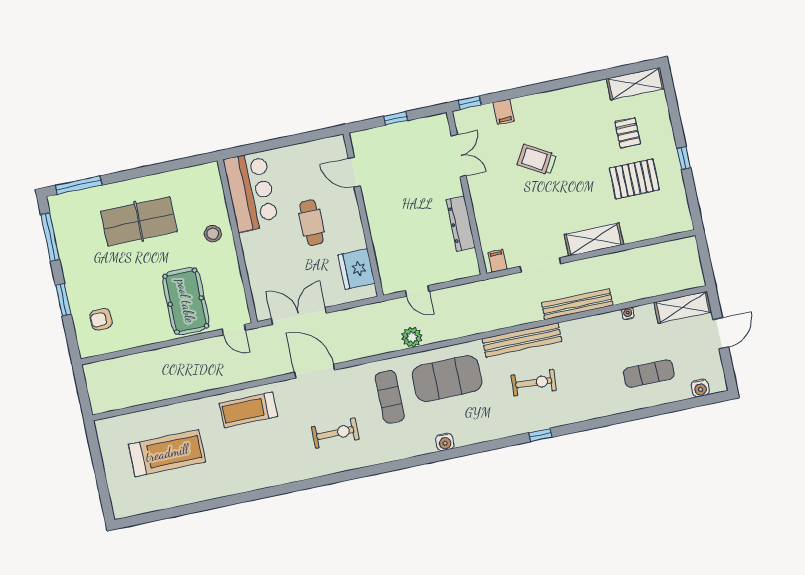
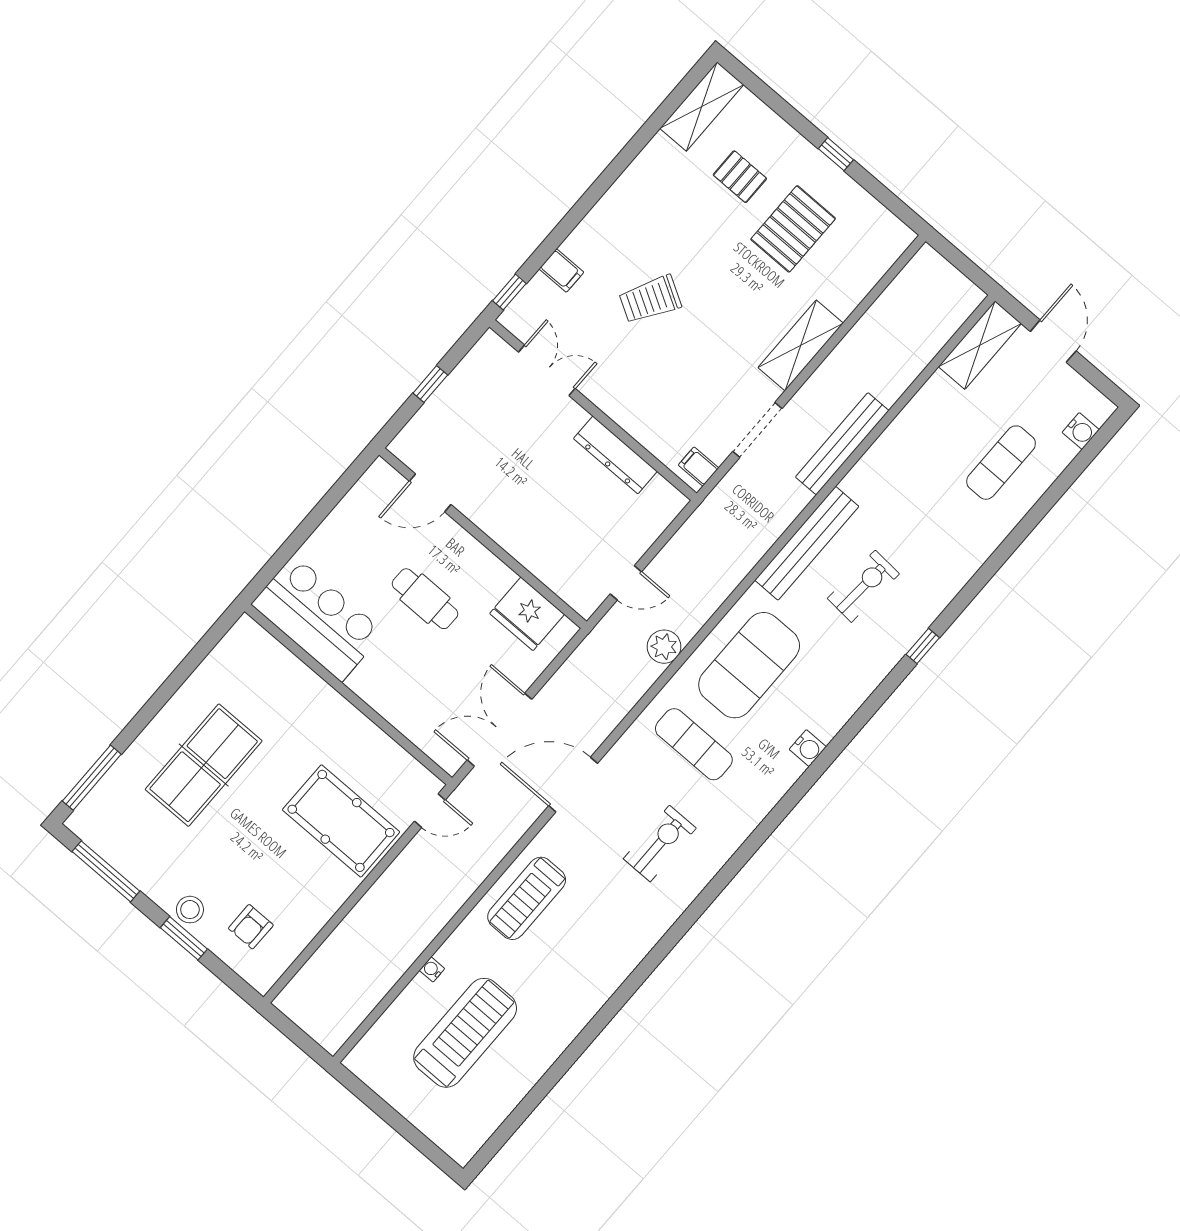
stool: (213, 234) -> (190, 910), moved
water cooler: (628, 314) -> (432, 969), moved

